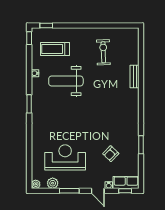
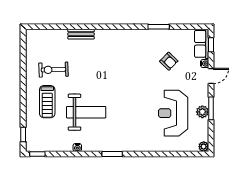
treadmill: (55, 49) -> (47, 102), moved
weight bench: (66, 81) -> (86, 112), turned -90
plant: (53, 183) -> (202, 112), moved

